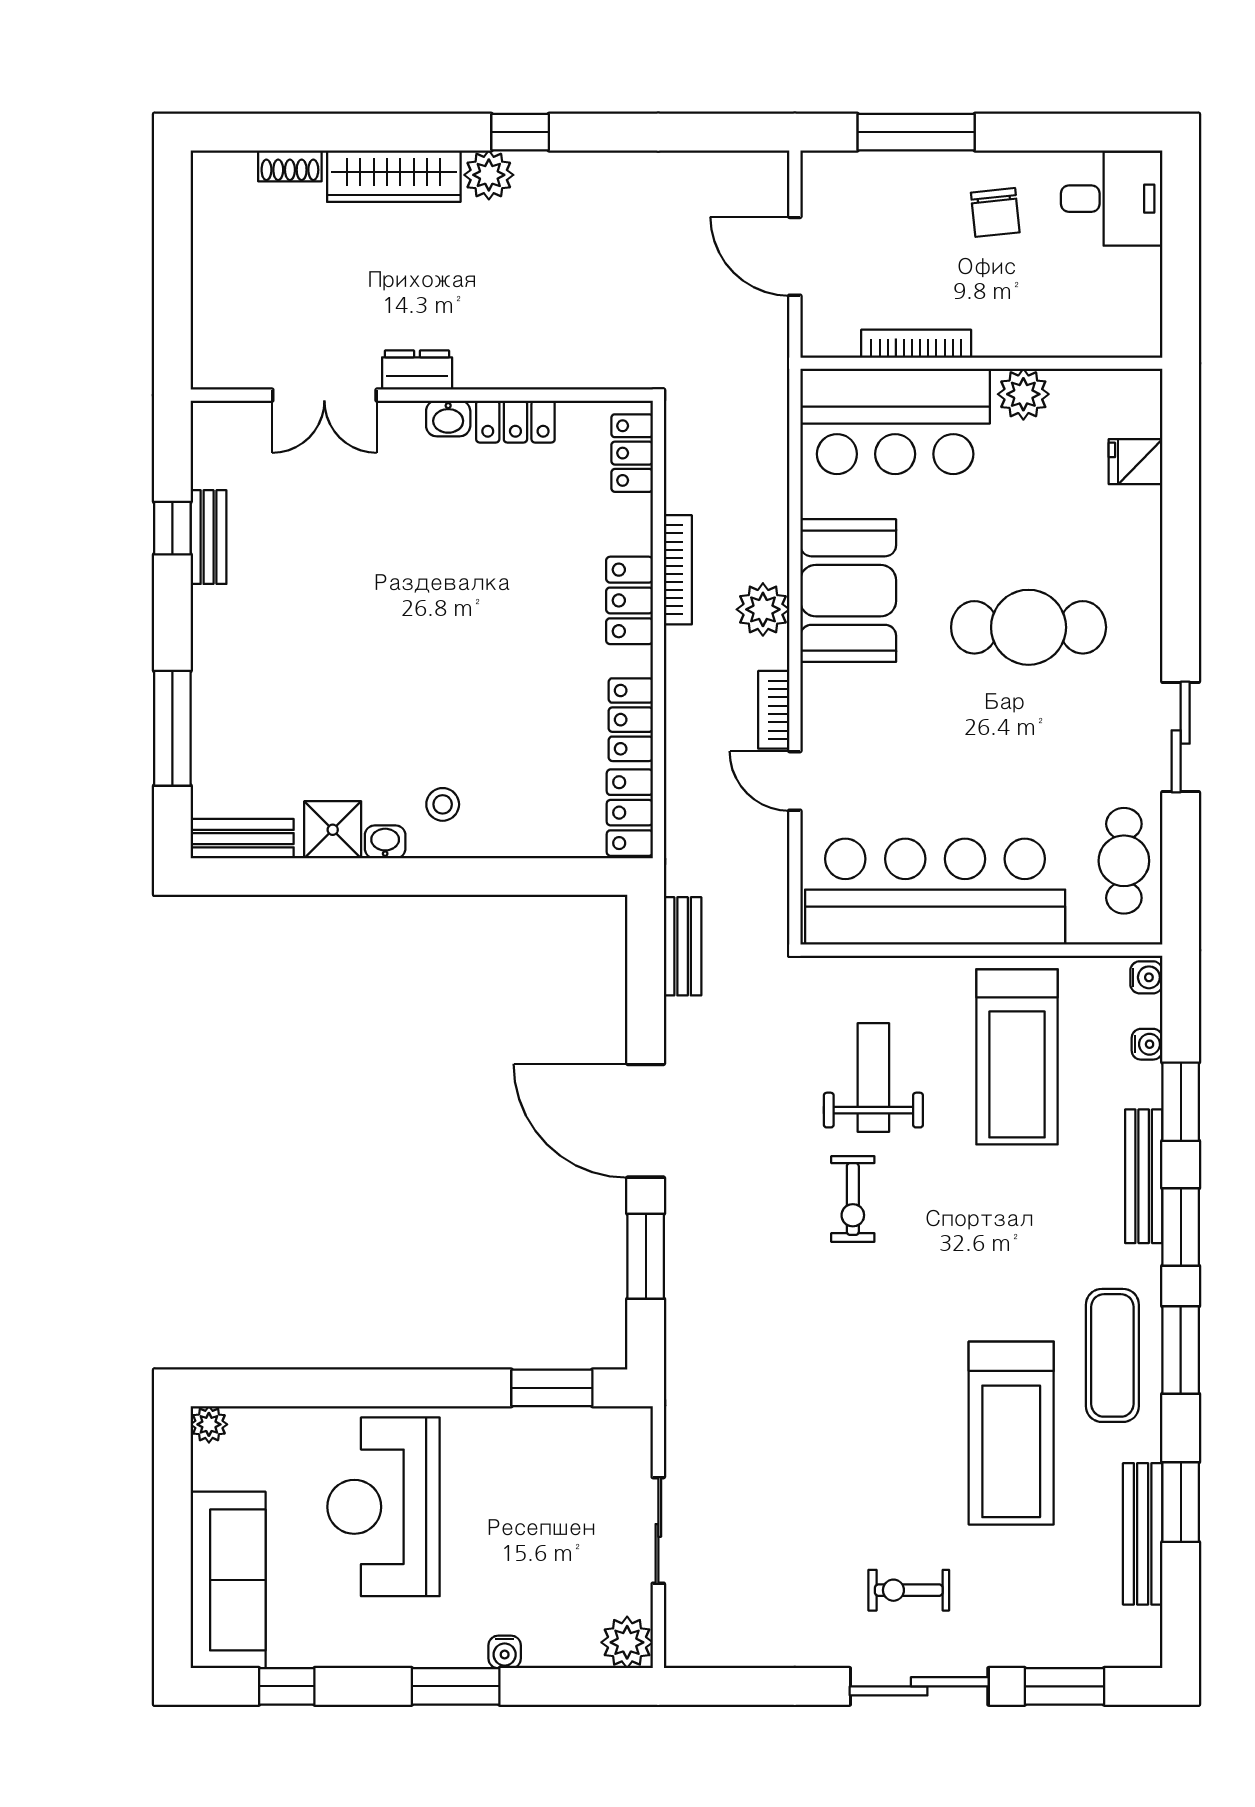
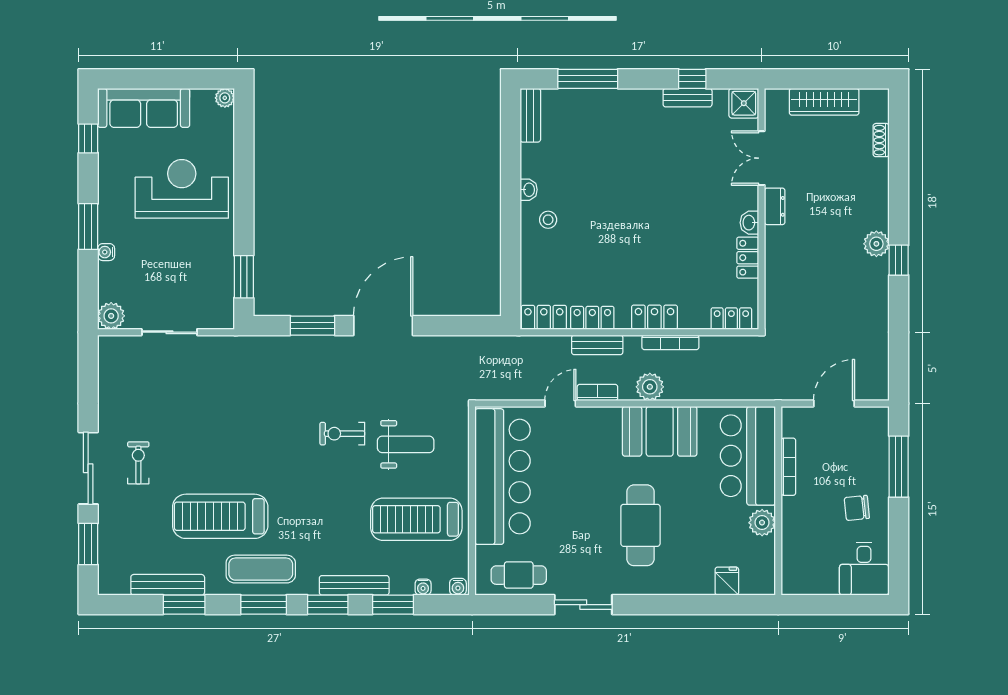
wardrobe: (394, 176) -> (824, 102), moved, turned -90
shower: (333, 830) -> (744, 103), moved
bench: (683, 946) -> (597, 345), moved

